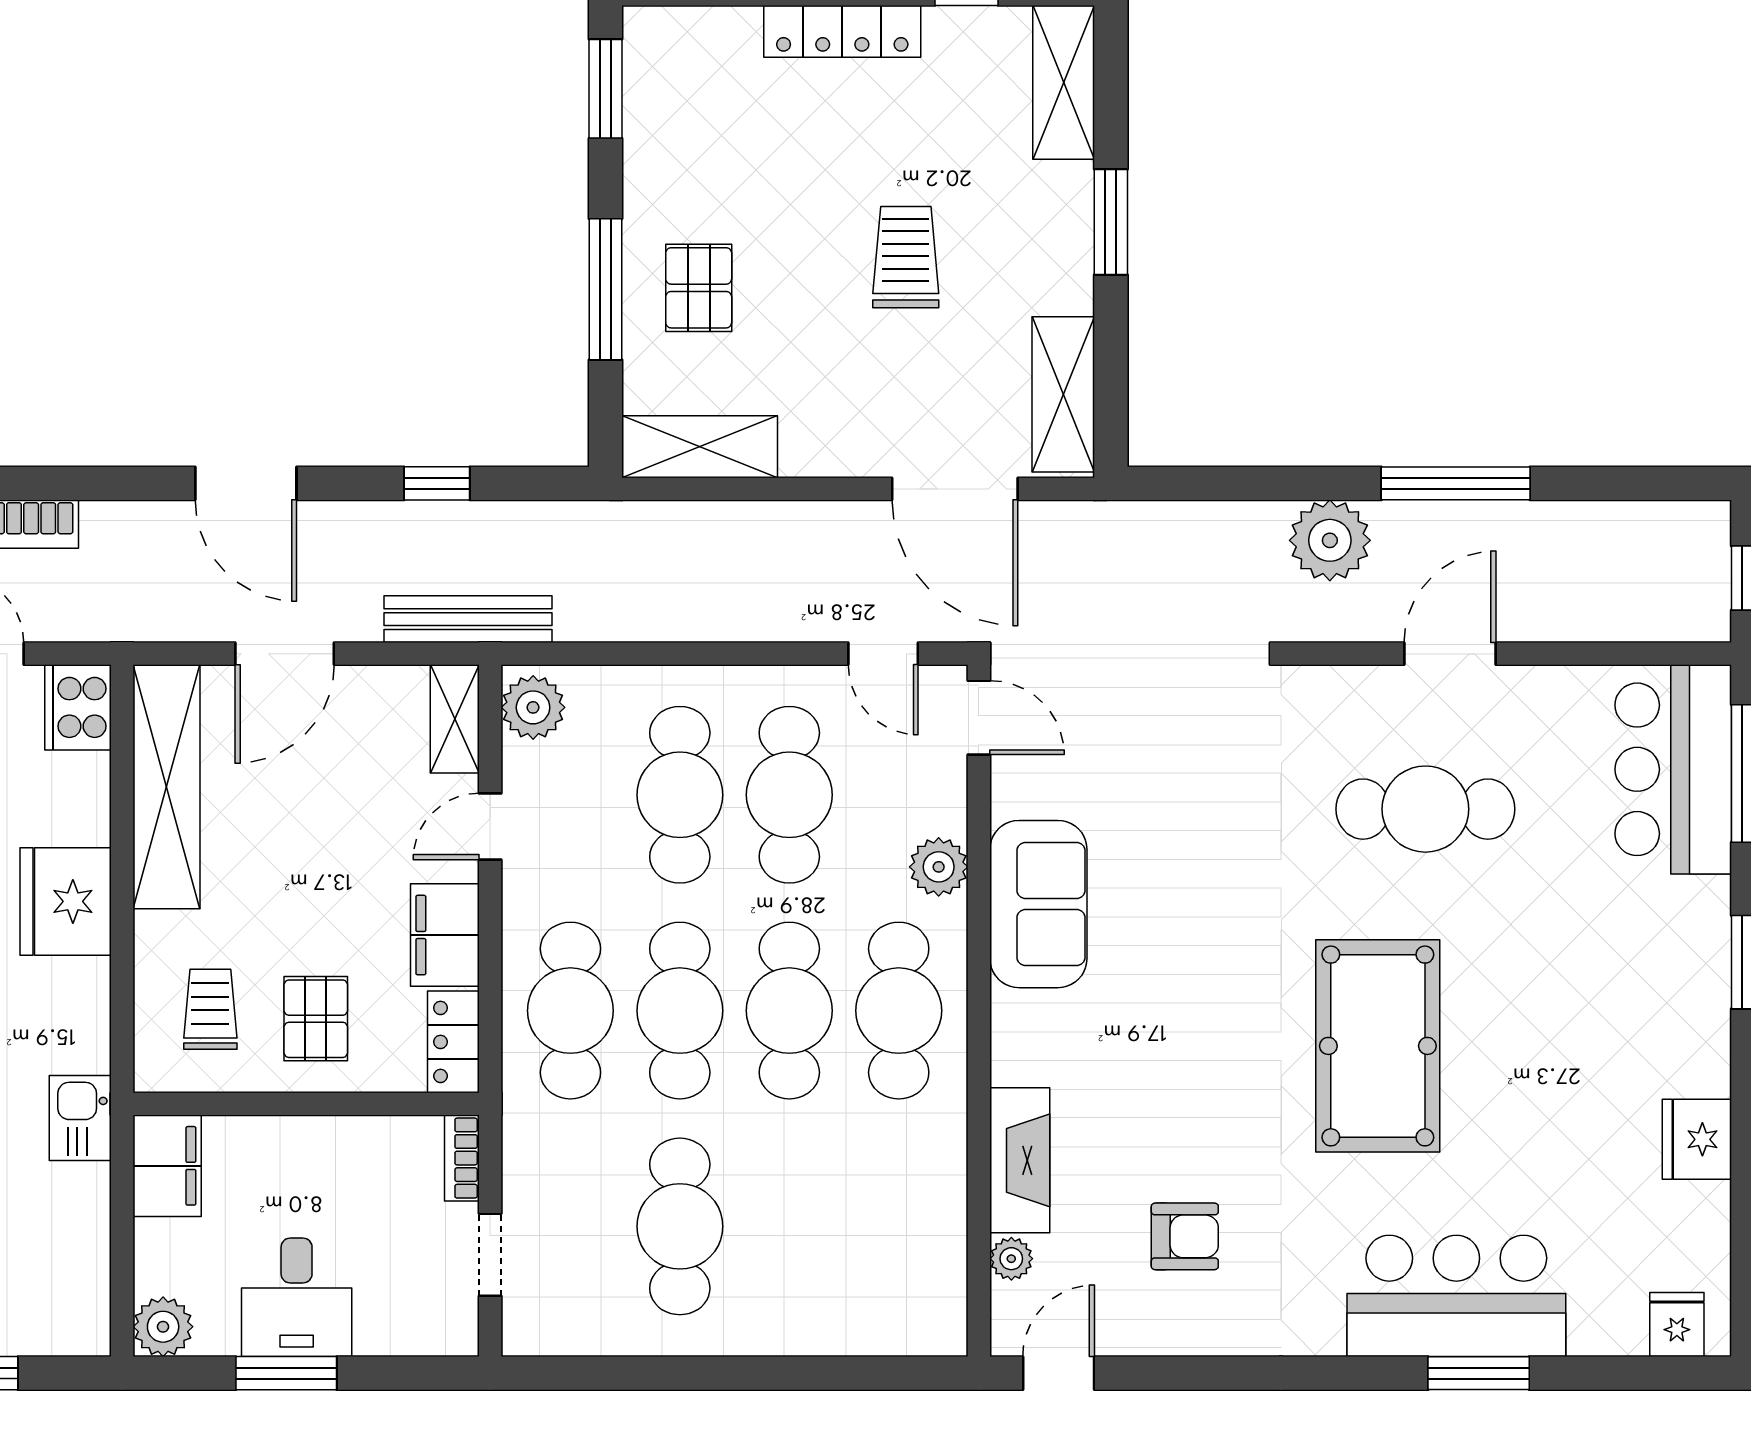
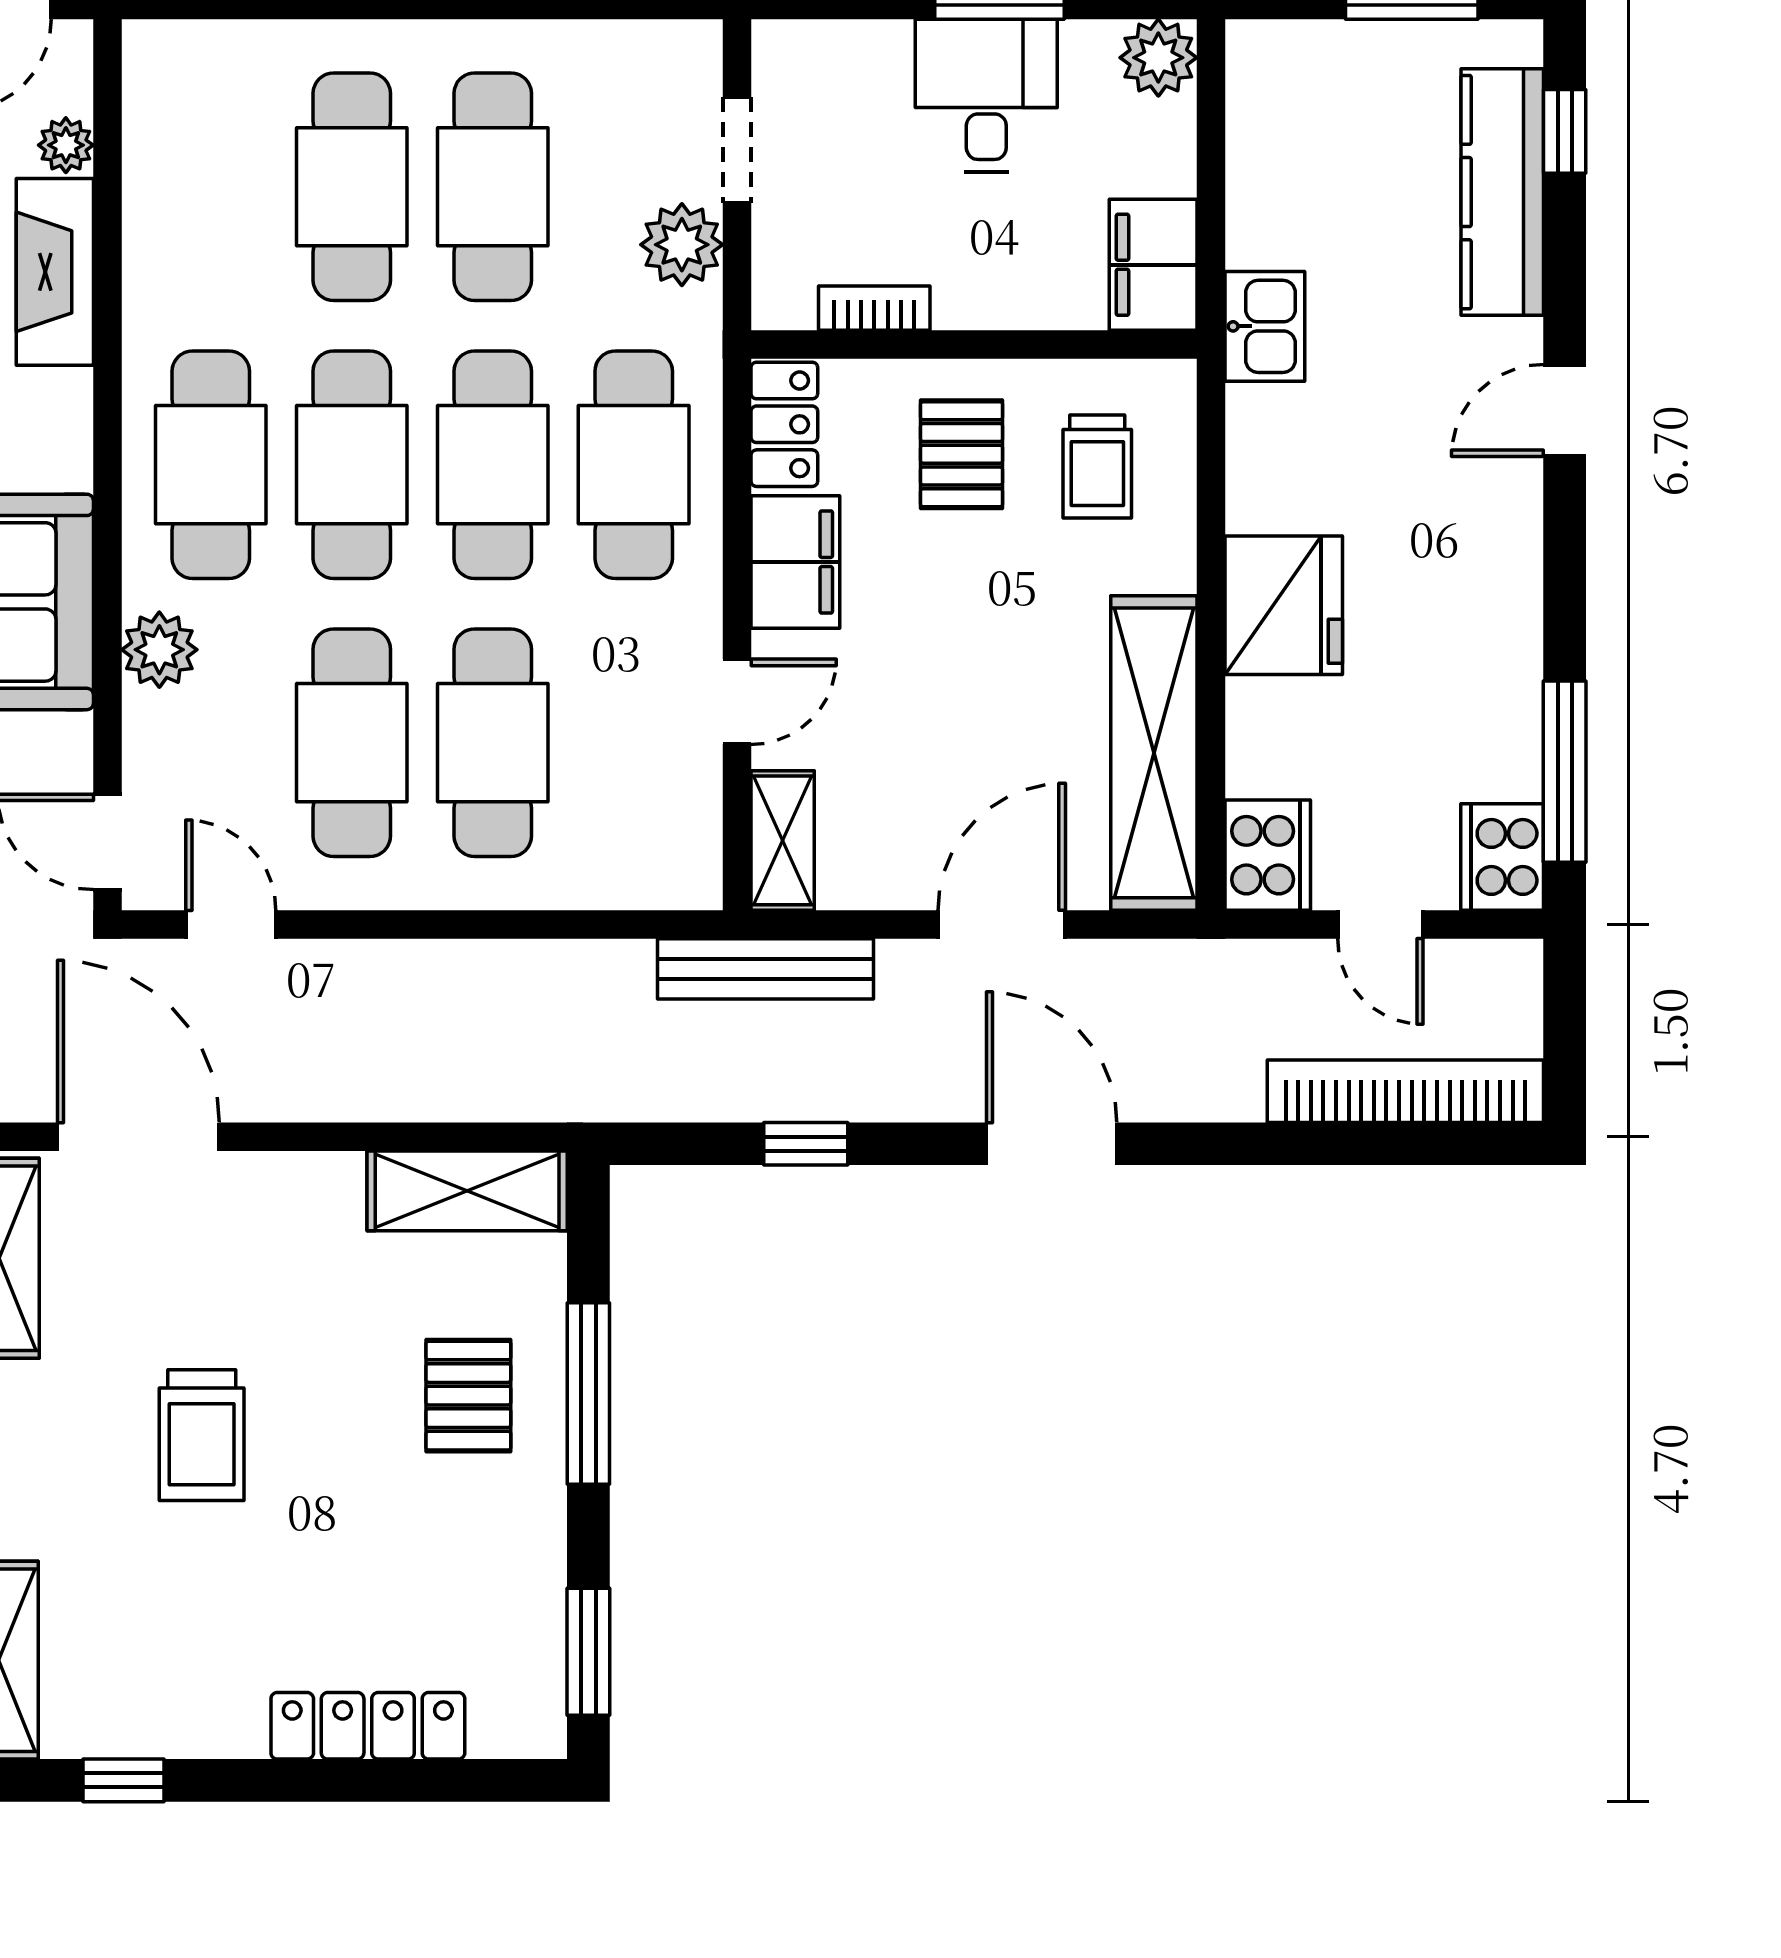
locker: (842, 31) -> (368, 1726), moved
plant: (533, 707) -> (682, 245), moved
bookcase: (462, 1158) -> (874, 308), moved, turned -90
cafe table: (789, 1226) -> (352, 187), added

